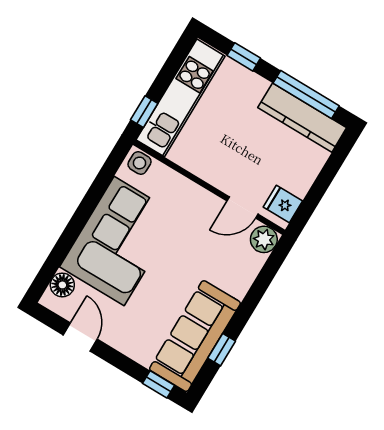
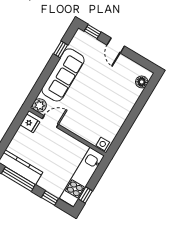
window: (144, 112) -> (85, 195), moved
corner sofa: (119, 241) -> (113, 104), removed
sofa: (195, 336) -> (63, 75), moved
door: (80, 337) -> (116, 45), moved

